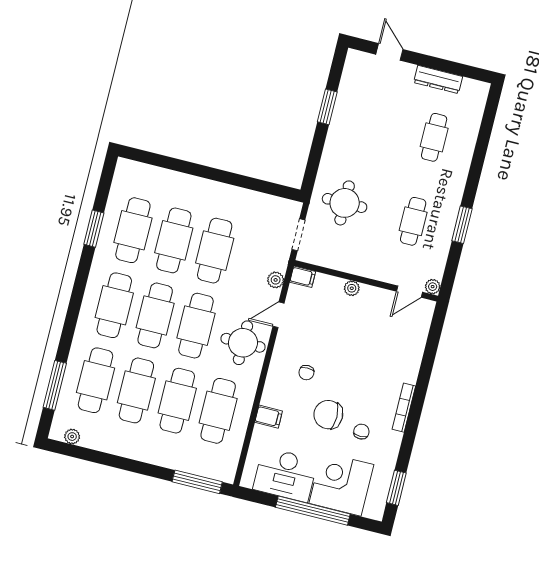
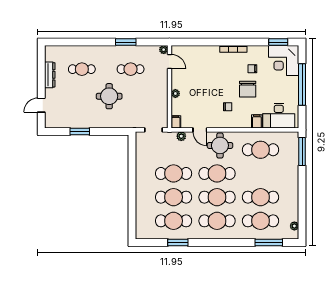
round table: (345, 203) -> (109, 96), moved
cafe table: (177, 401) -> (261, 173), removed
desk: (285, 475) -> (279, 116), moved, turned 90
corner desk: (341, 484) -> (284, 60), moved

